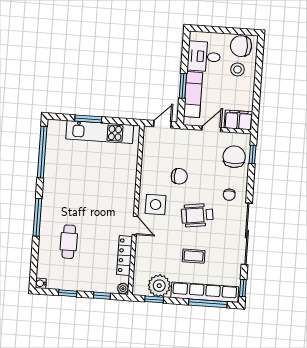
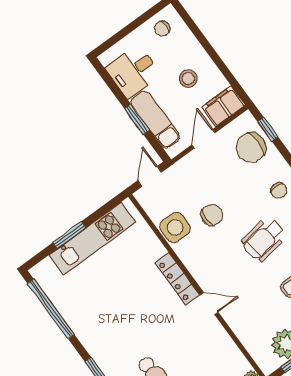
chair: (241, 46) -> (162, 29), width x0.54, depth x0.54
stool: (238, 69) -> (188, 79), moved
chair: (234, 157) -> (251, 147), turned -90
side table: (156, 205) -> (175, 227), moved
locker: (124, 255) -> (177, 279), moved

